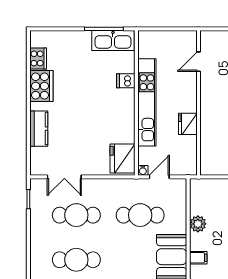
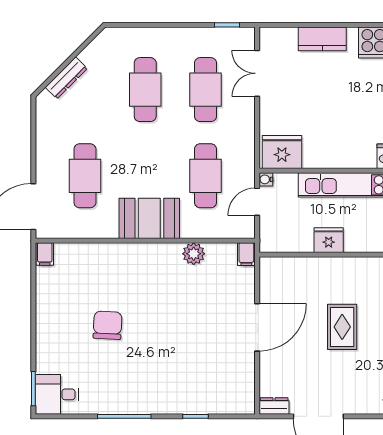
door: (159, 177) -> (257, 202), swing flipped
filing cabinet: (198, 258) -> (246, 254), moved

